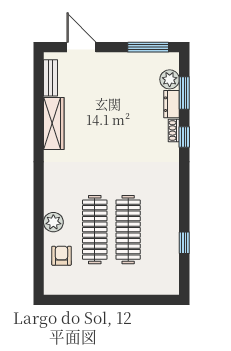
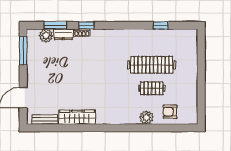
clothes rail: (95, 230) -> (152, 88), width x0.54, depth x0.76

